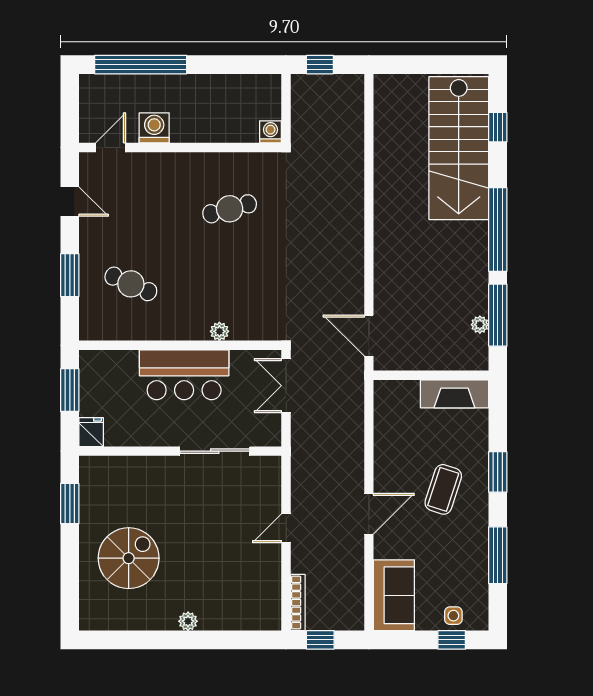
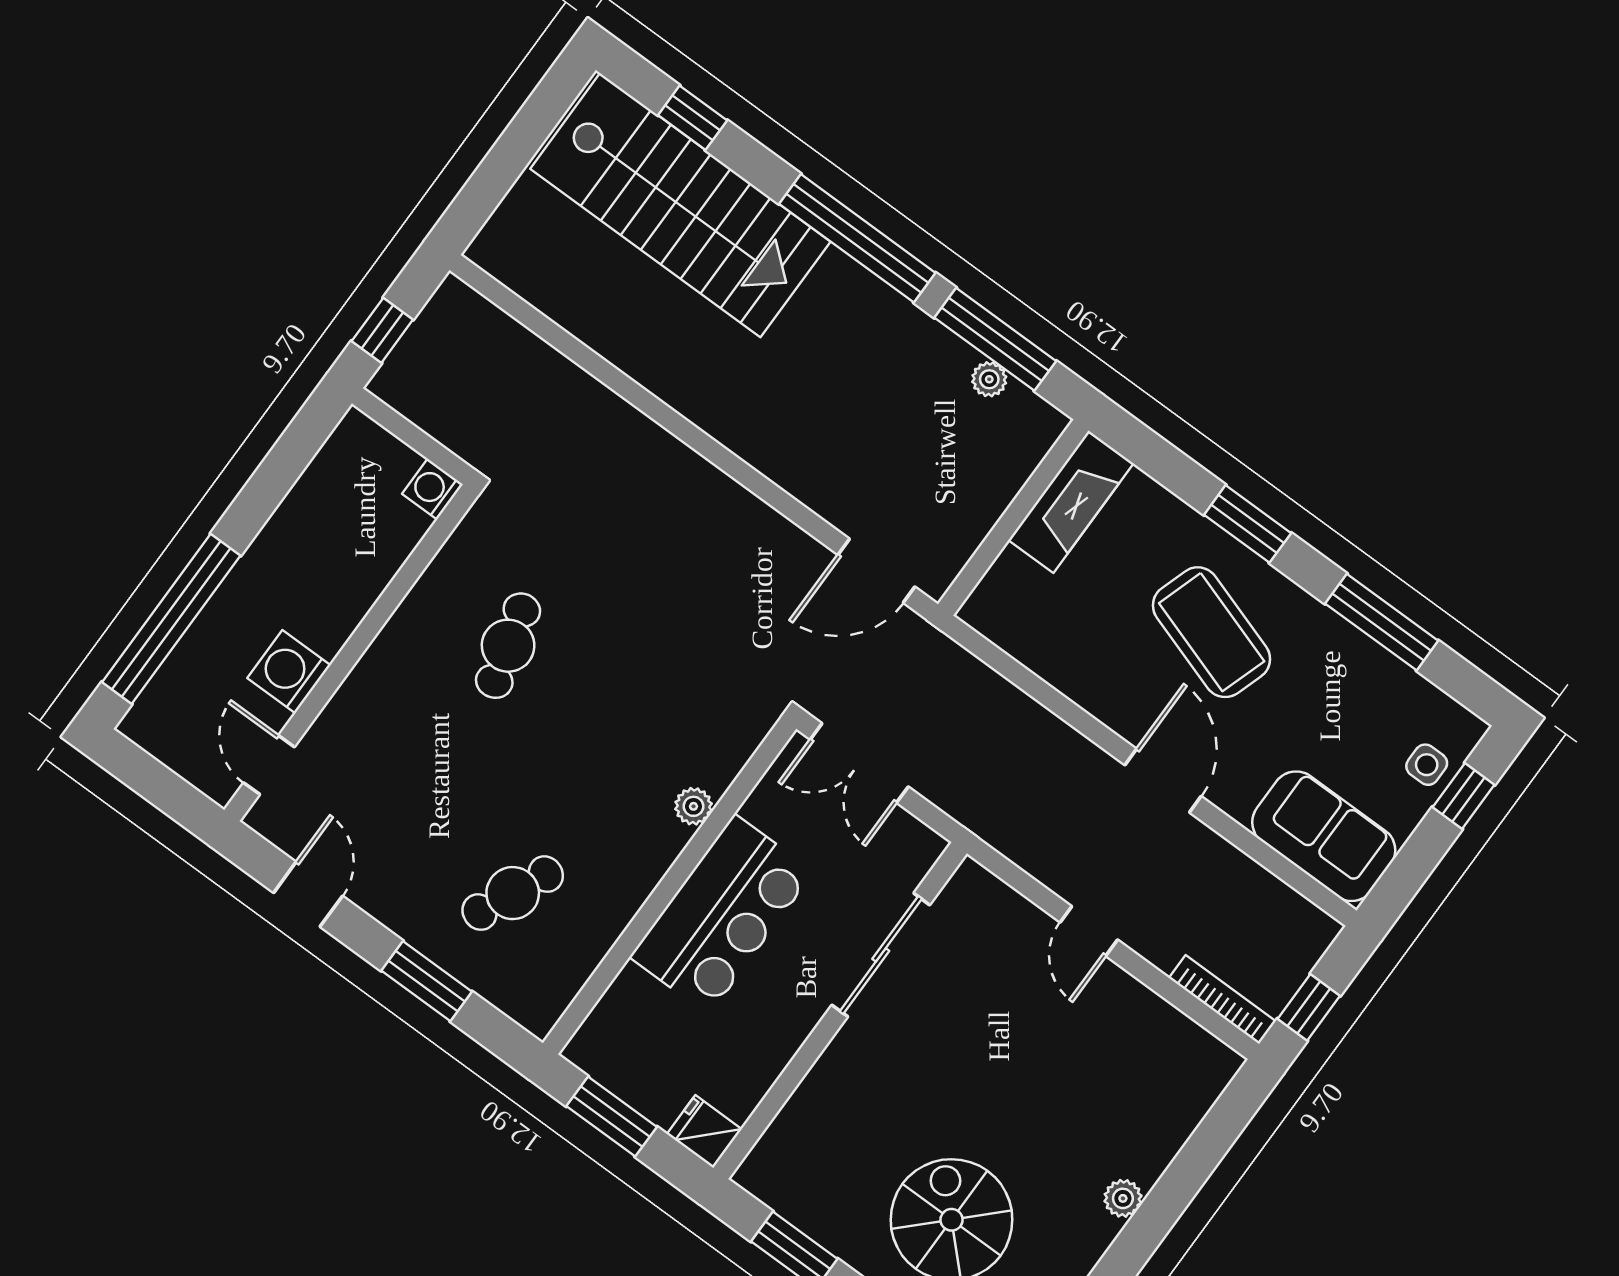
door: (70, 202) -> (308, 894), hinge flipped
coffee table: (443, 489) -> (1212, 632), width x1.36, depth x1.32

